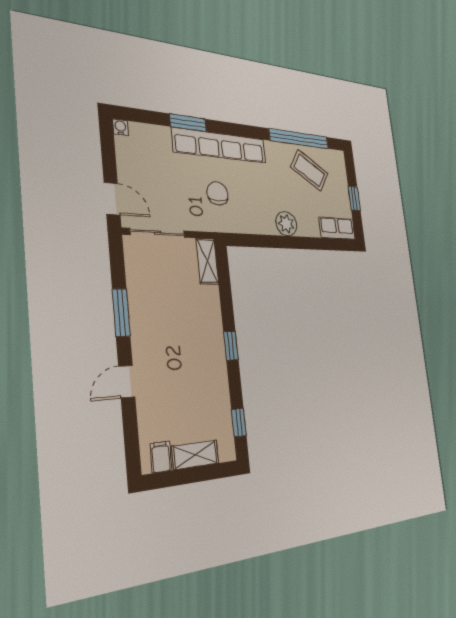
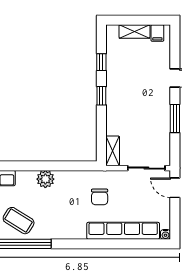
window: (188, 123) -> (117, 244), removed
row of seats: (220, 146) -> (123, 231), moved
window: (239, 423) -> (101, 62), moved

